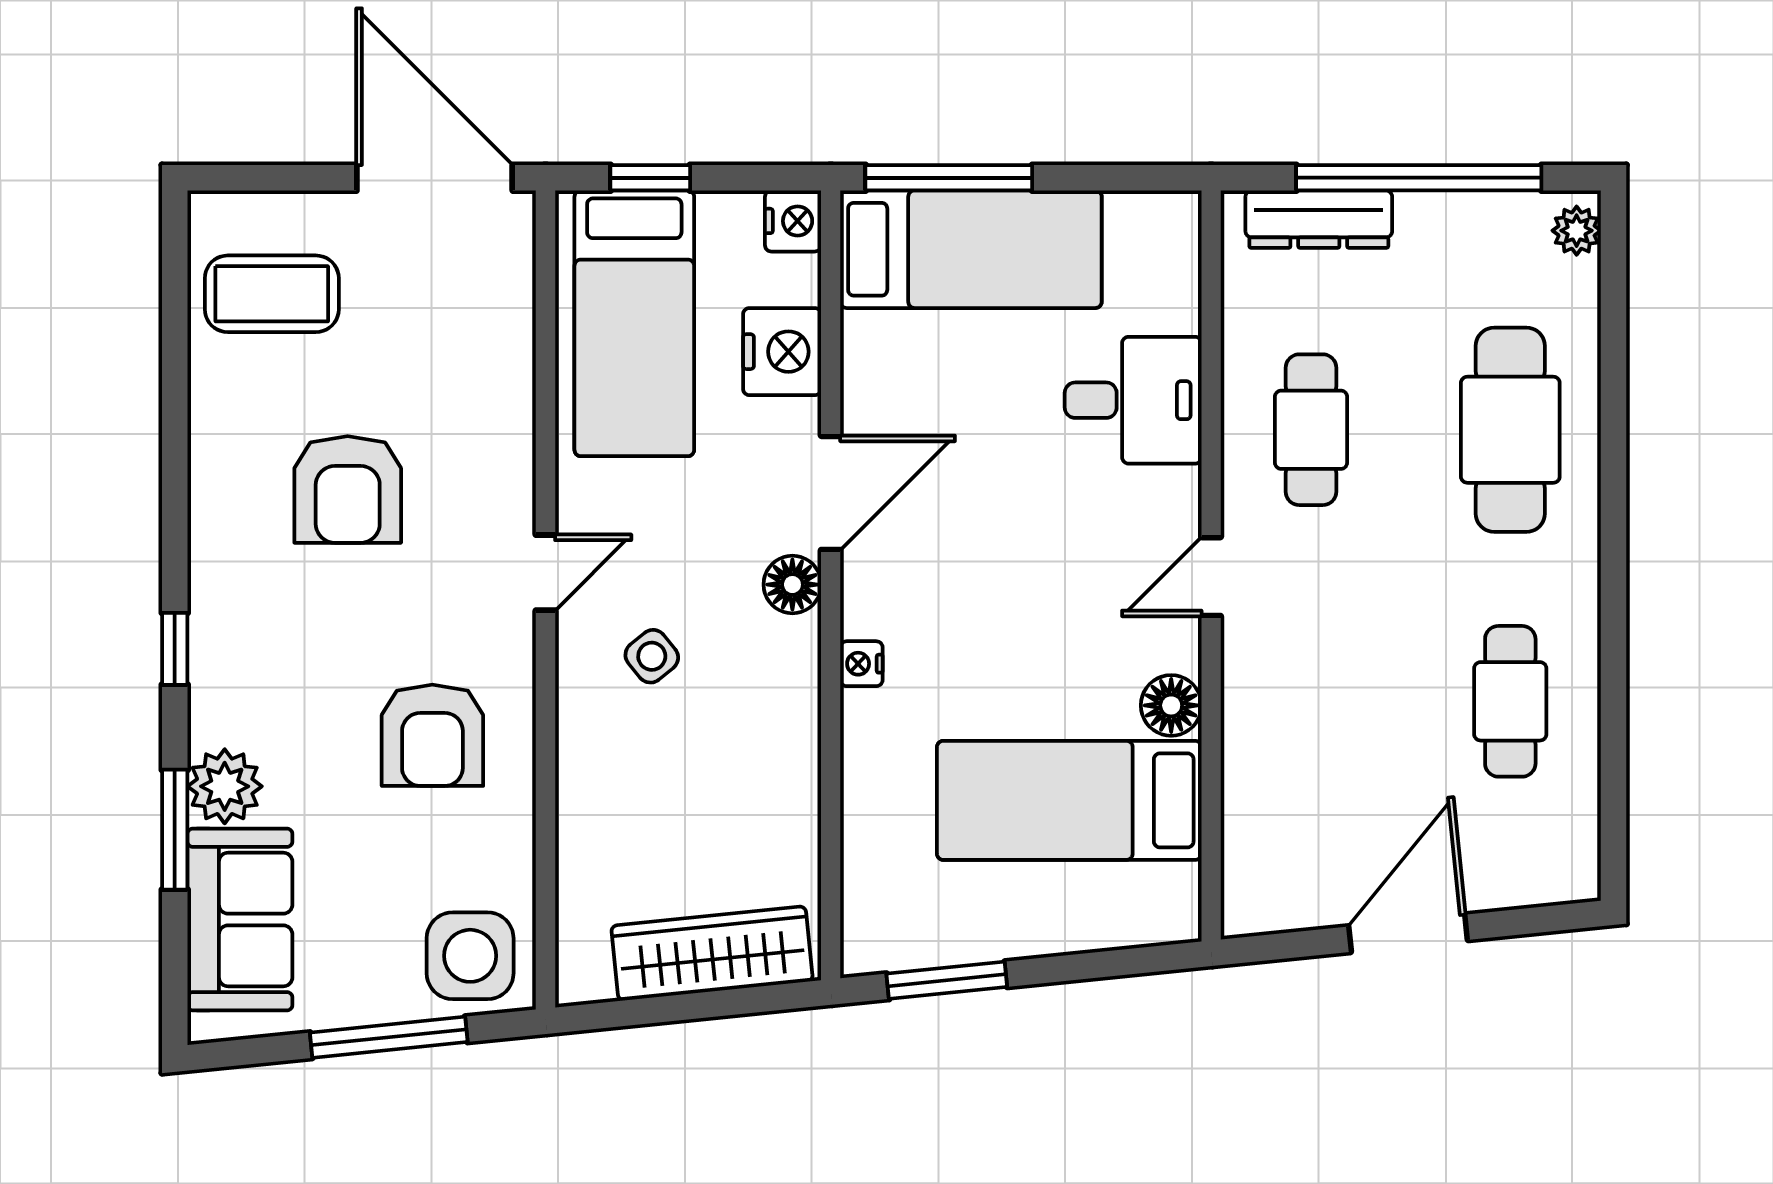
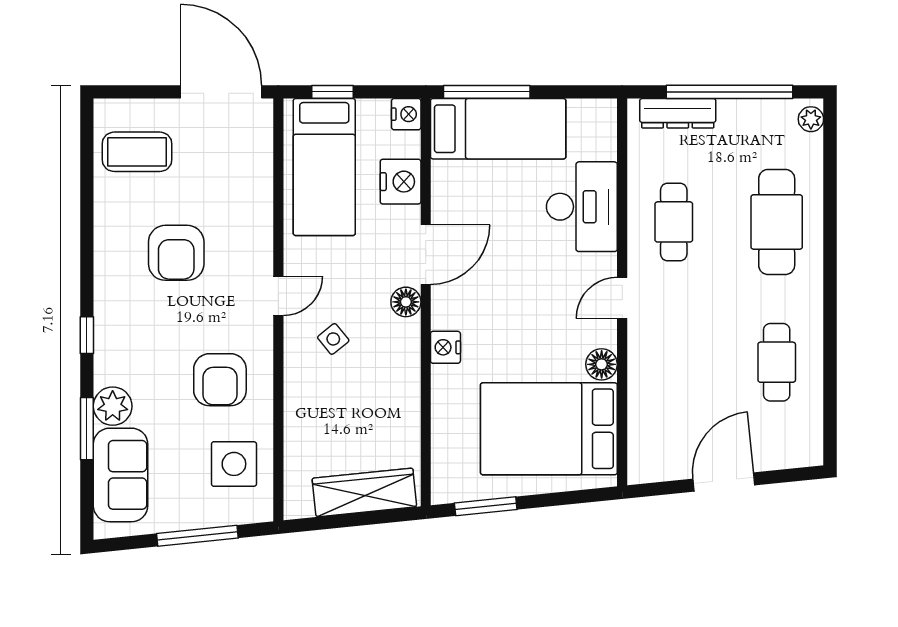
desk: (1133, 400) -> (582, 207), width x1.37
nightstand: (861, 664) -> (445, 347), width x1.39, depth x1.35
bed: (1069, 800) -> (549, 429), width x1.50
side table: (470, 956) -> (234, 464), moved

